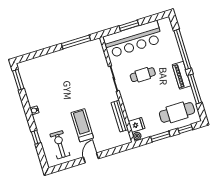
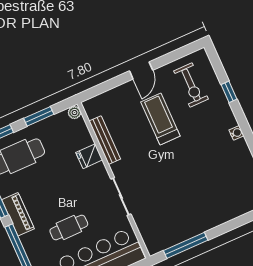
cafe table: (143, 75) -> (69, 227), moved
treadmill: (82, 125) -> (160, 119), turned 180
fridge: (137, 125) -> (89, 156), moved

